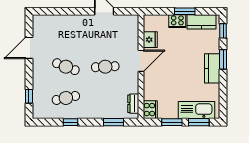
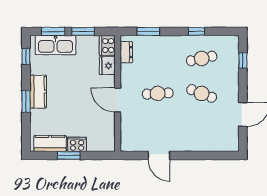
window: (223, 31) -> (26, 56), moved
fridge: (150, 40) -> (107, 66), moved
door: (141, 61) -> (118, 100), hinge flipped

